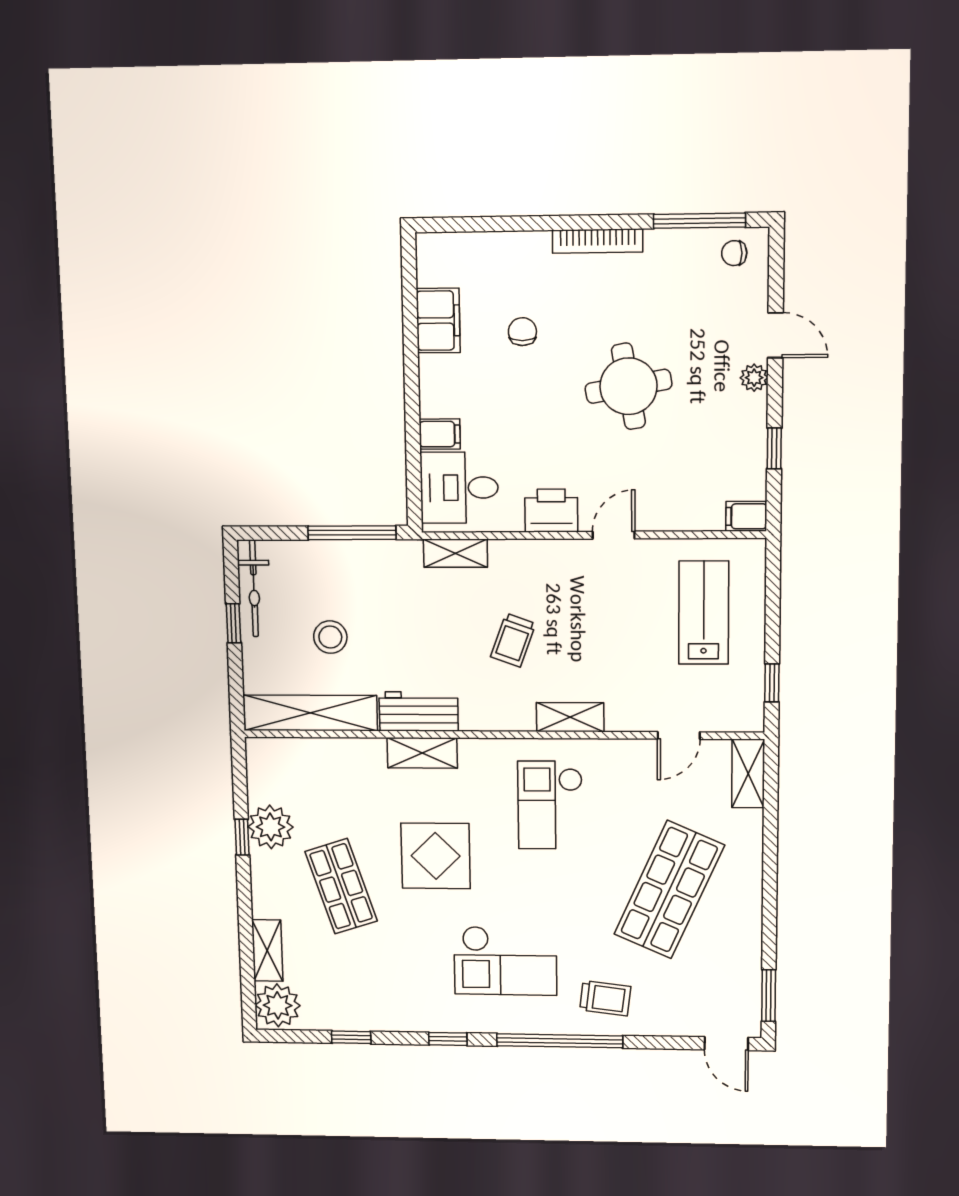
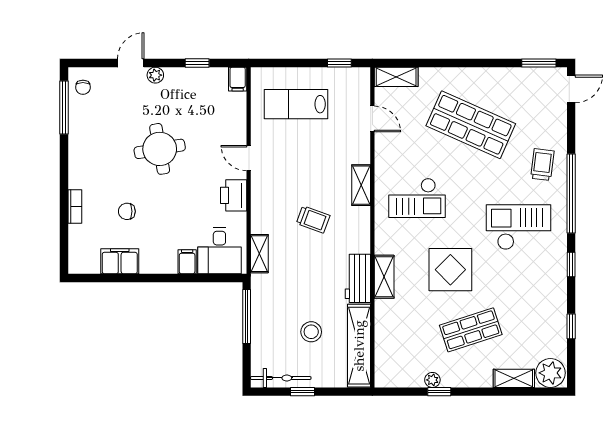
bookcase: (598, 241) -> (75, 207), moved, width x0.64
plant: (271, 827) -> (432, 380), width x0.53, depth x0.53
checkout: (505, 961) -> (519, 227), turned -90

